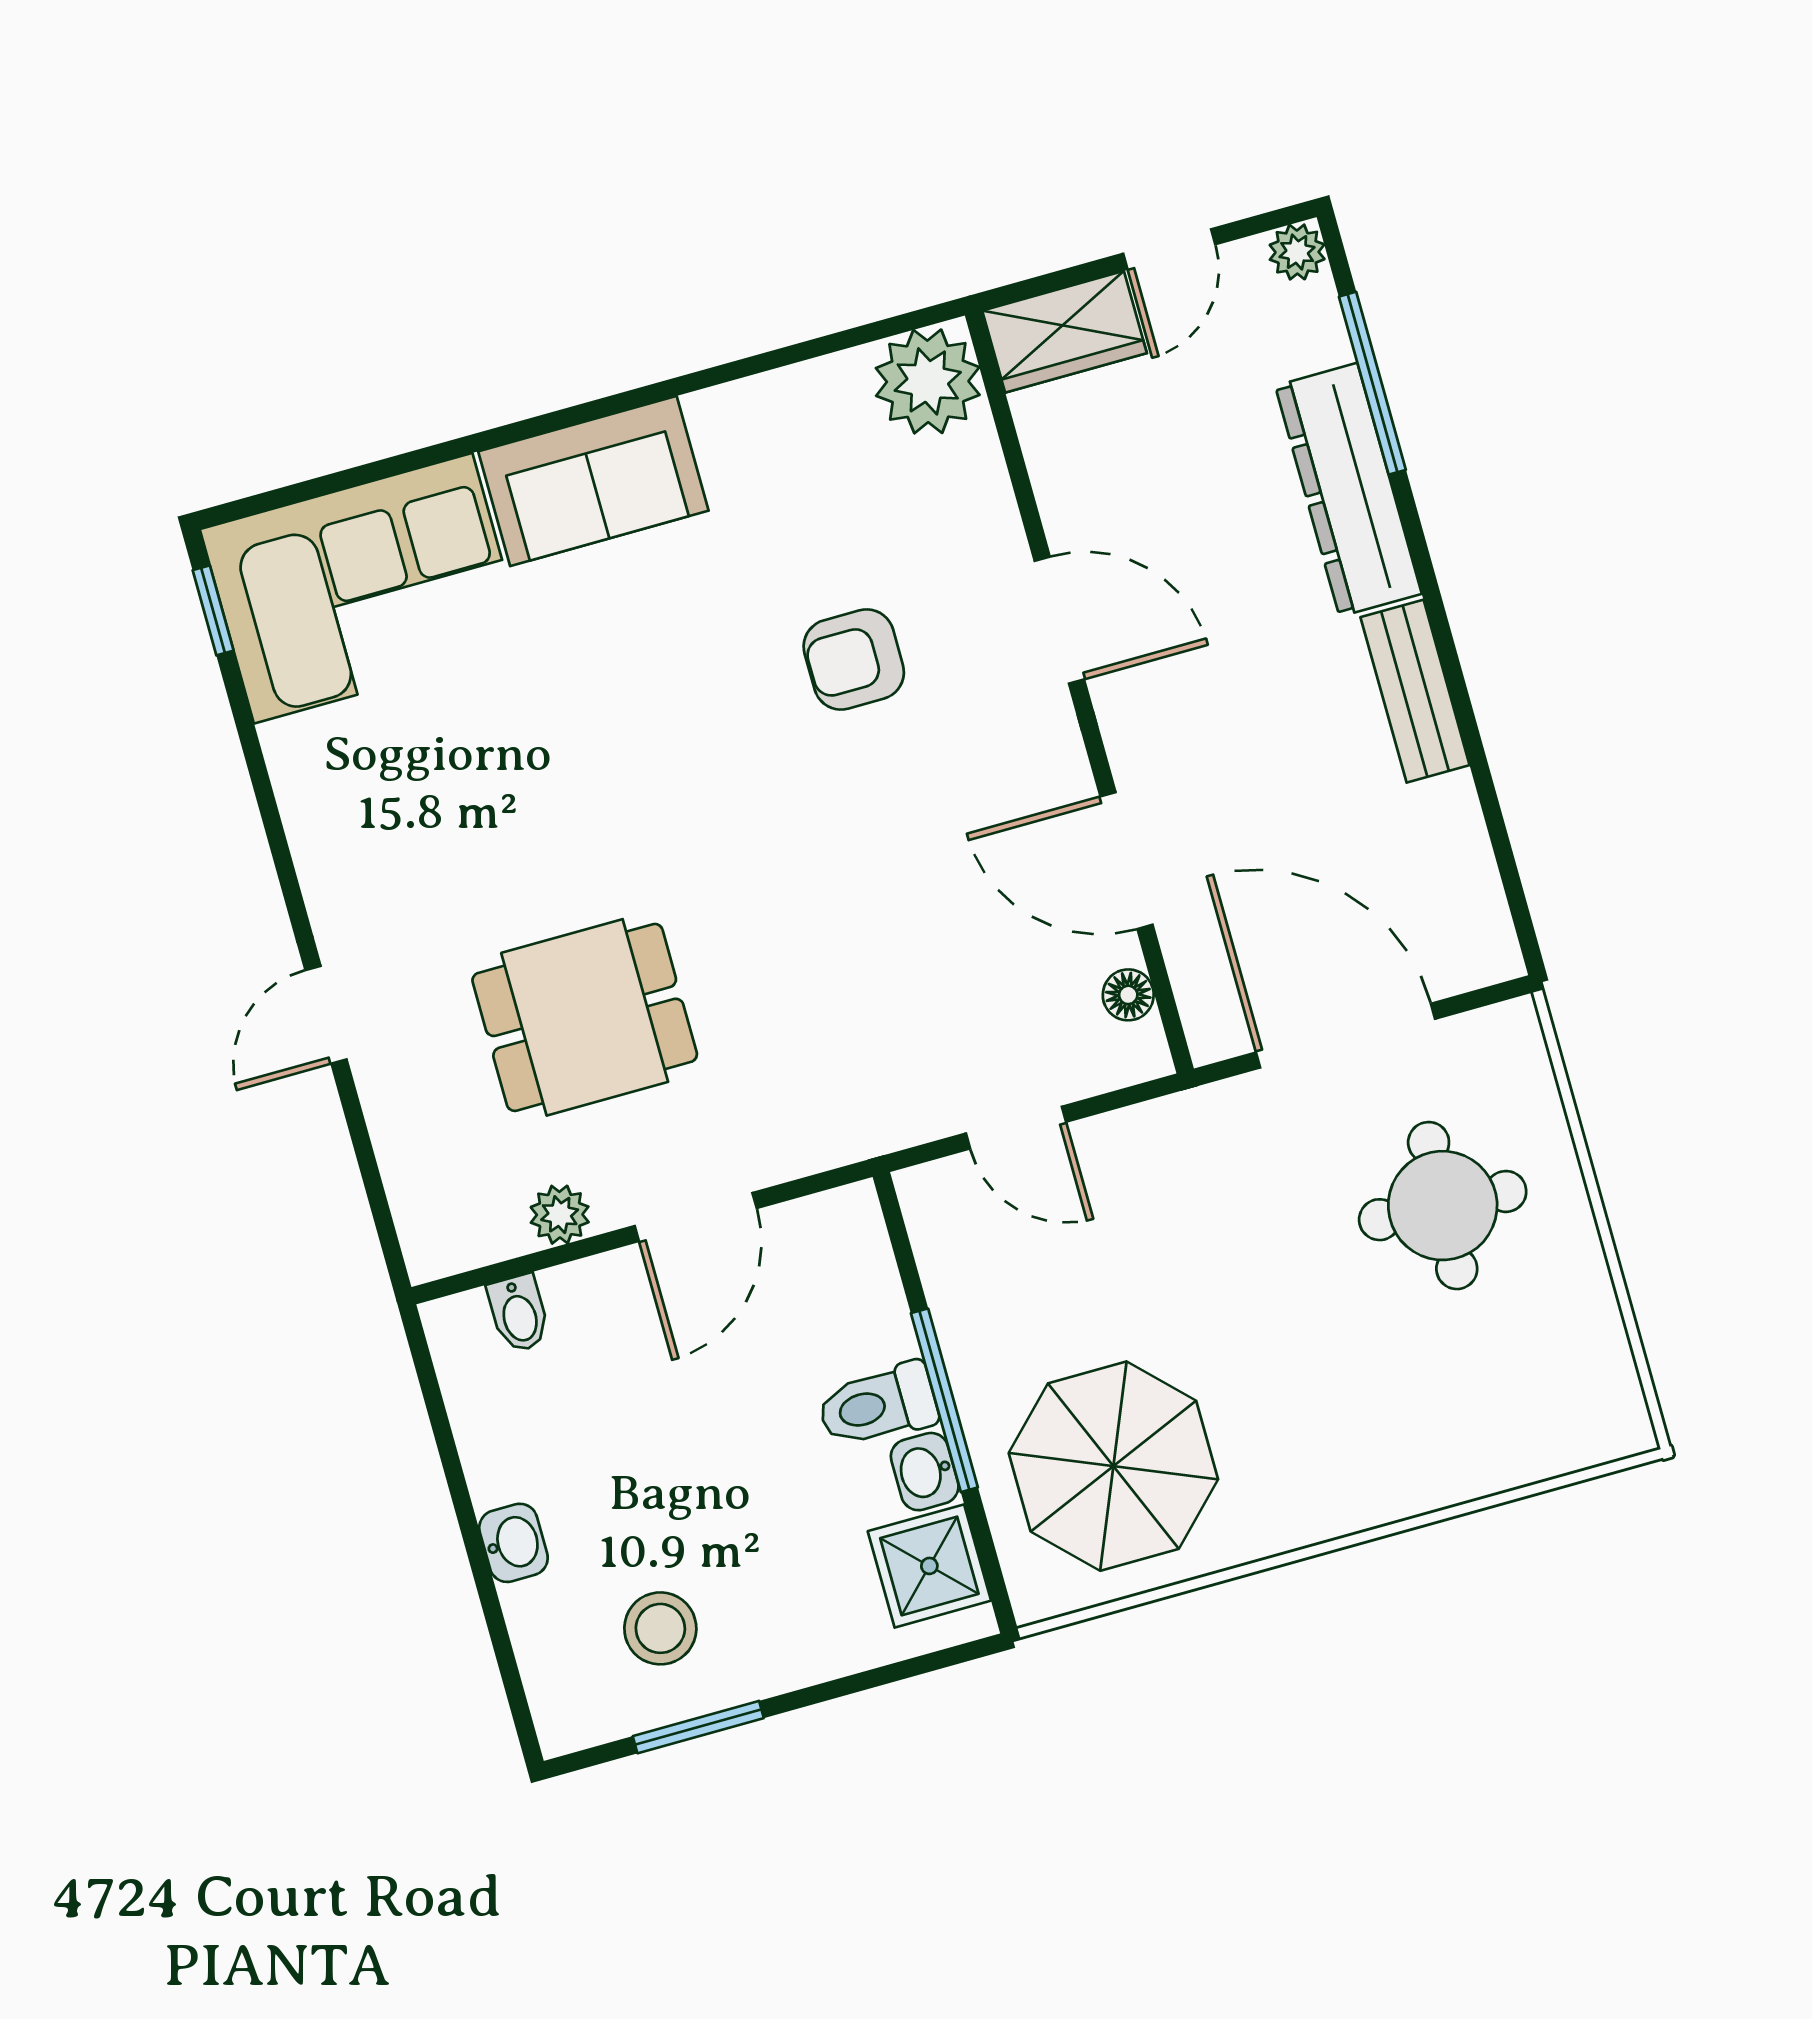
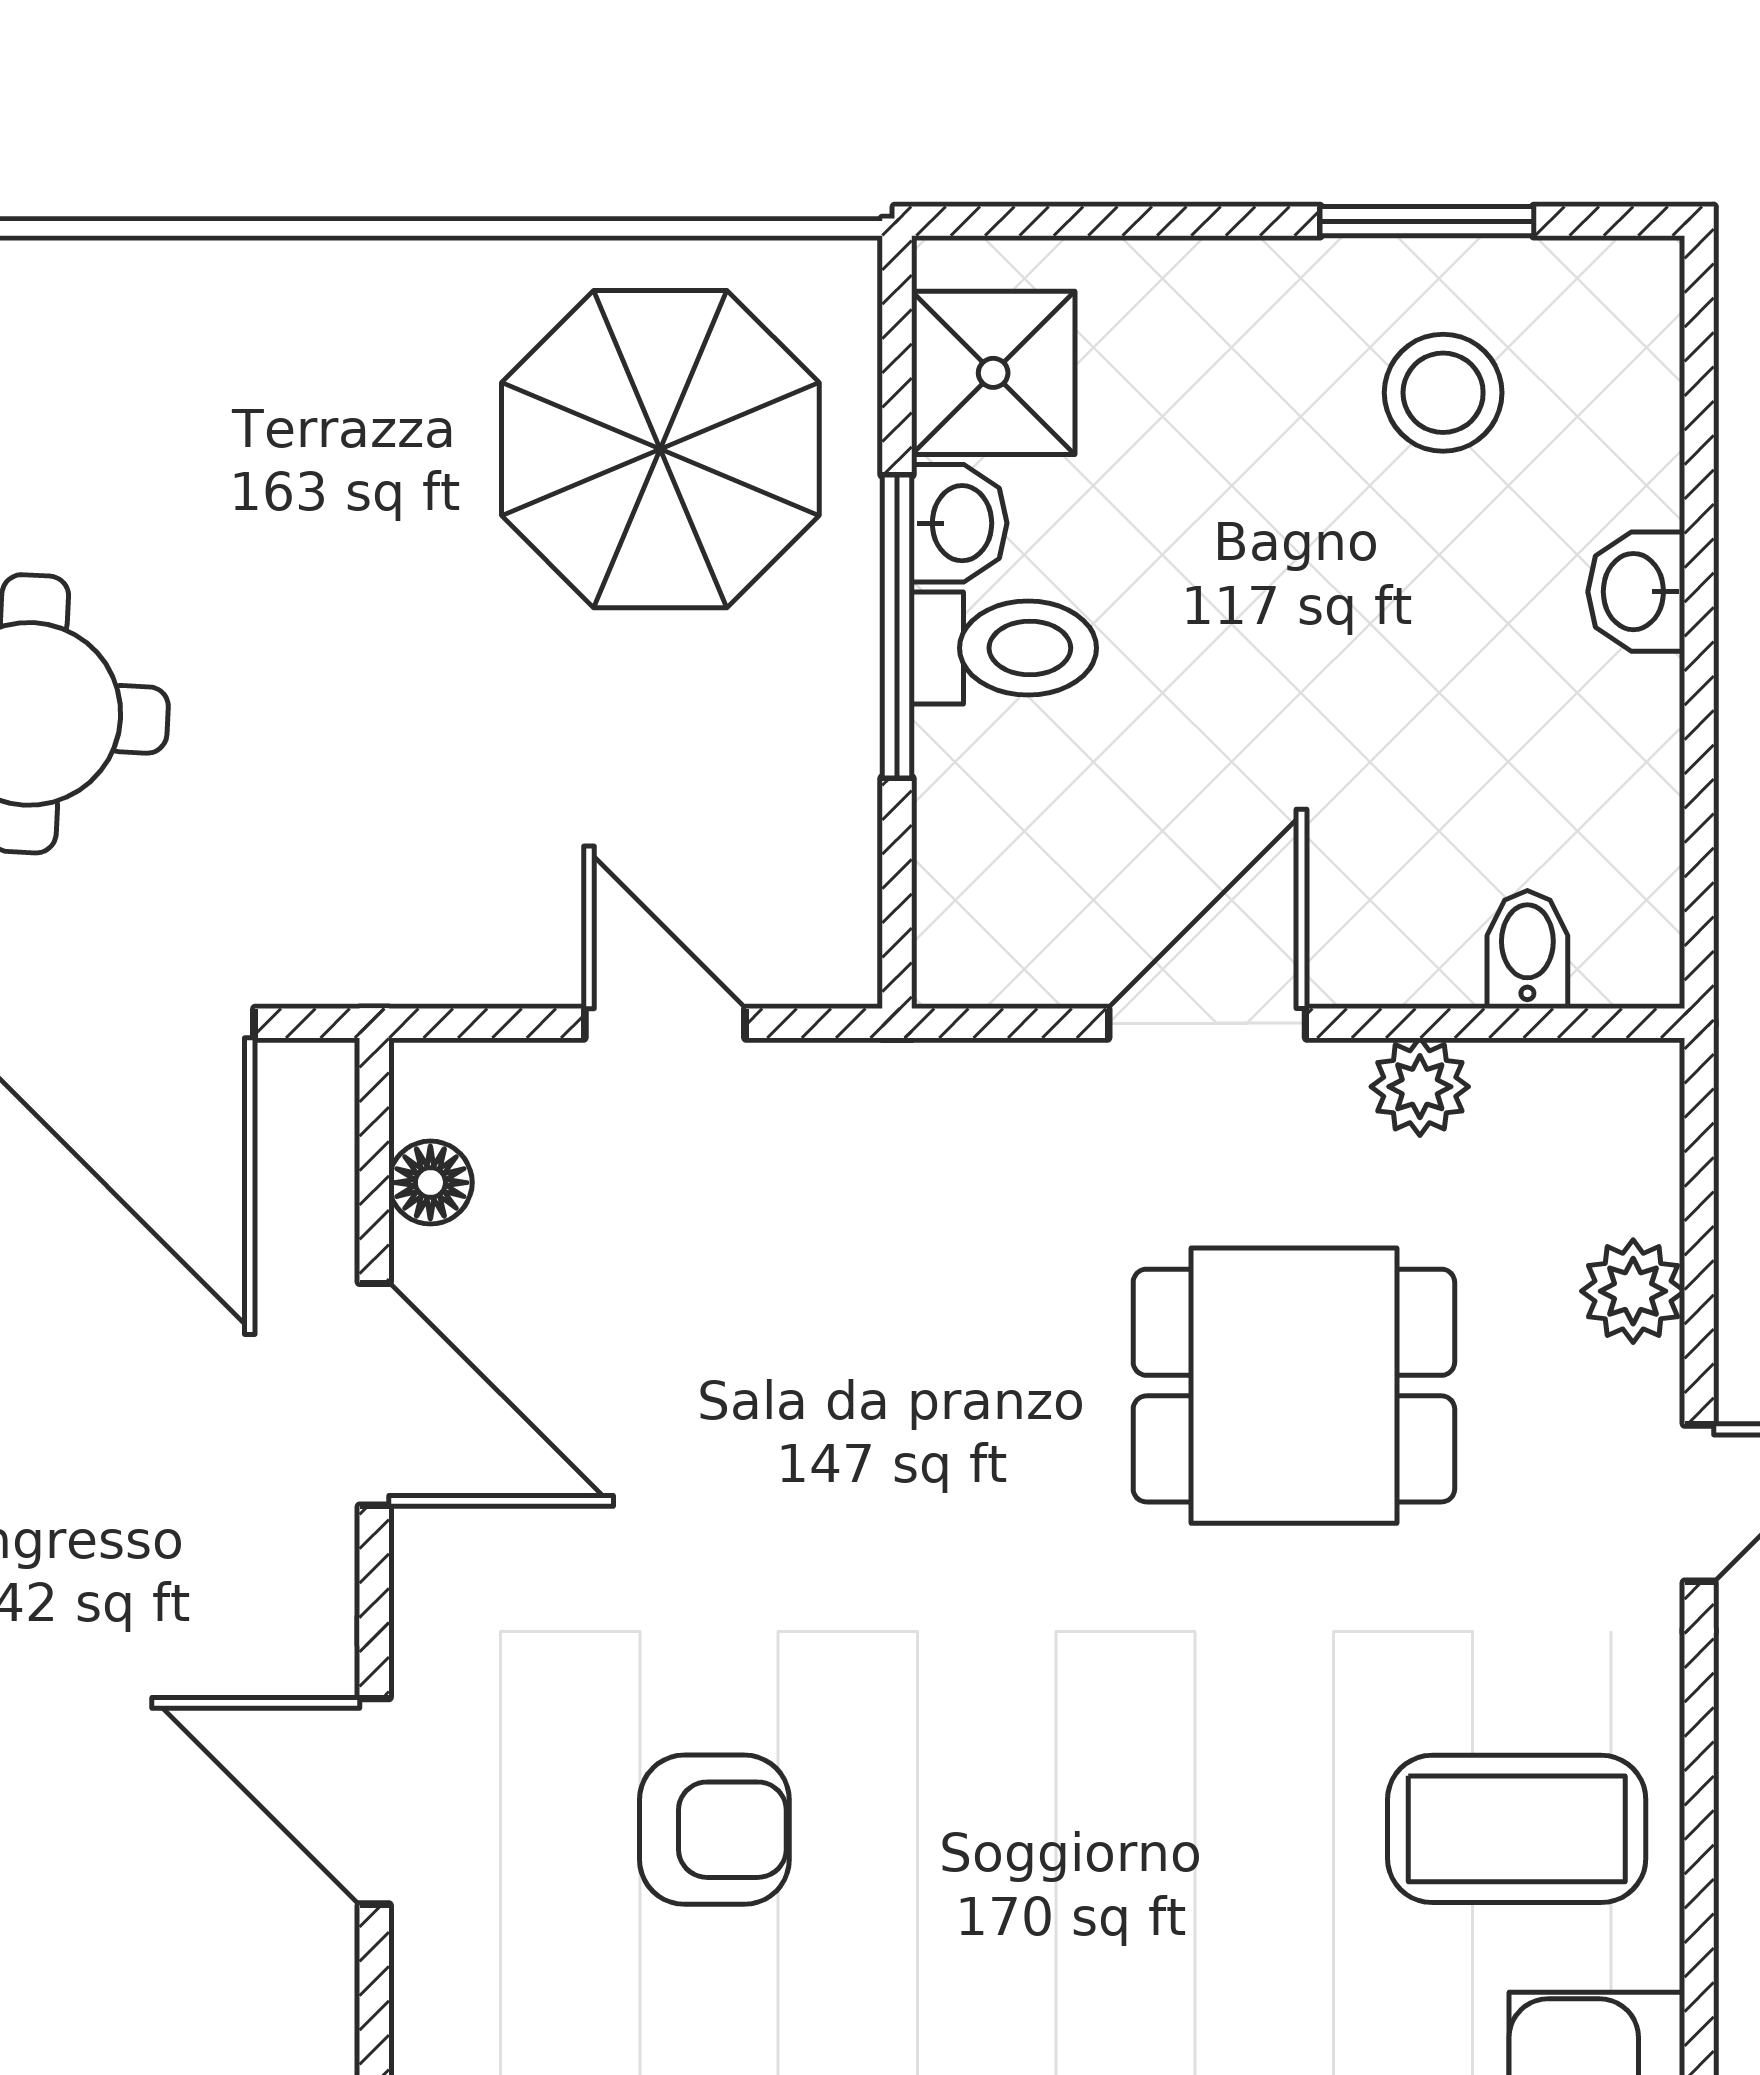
coffee table: (380, 792) -> (1517, 1829), added
plant: (400, 1129) -> (1633, 1291), added

